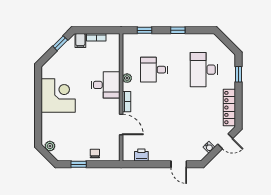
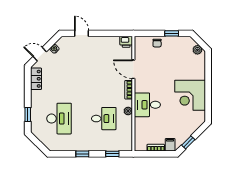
locker: (229, 108) -> (36, 79), width x0.66
printer: (141, 155) -> (126, 42), moved

